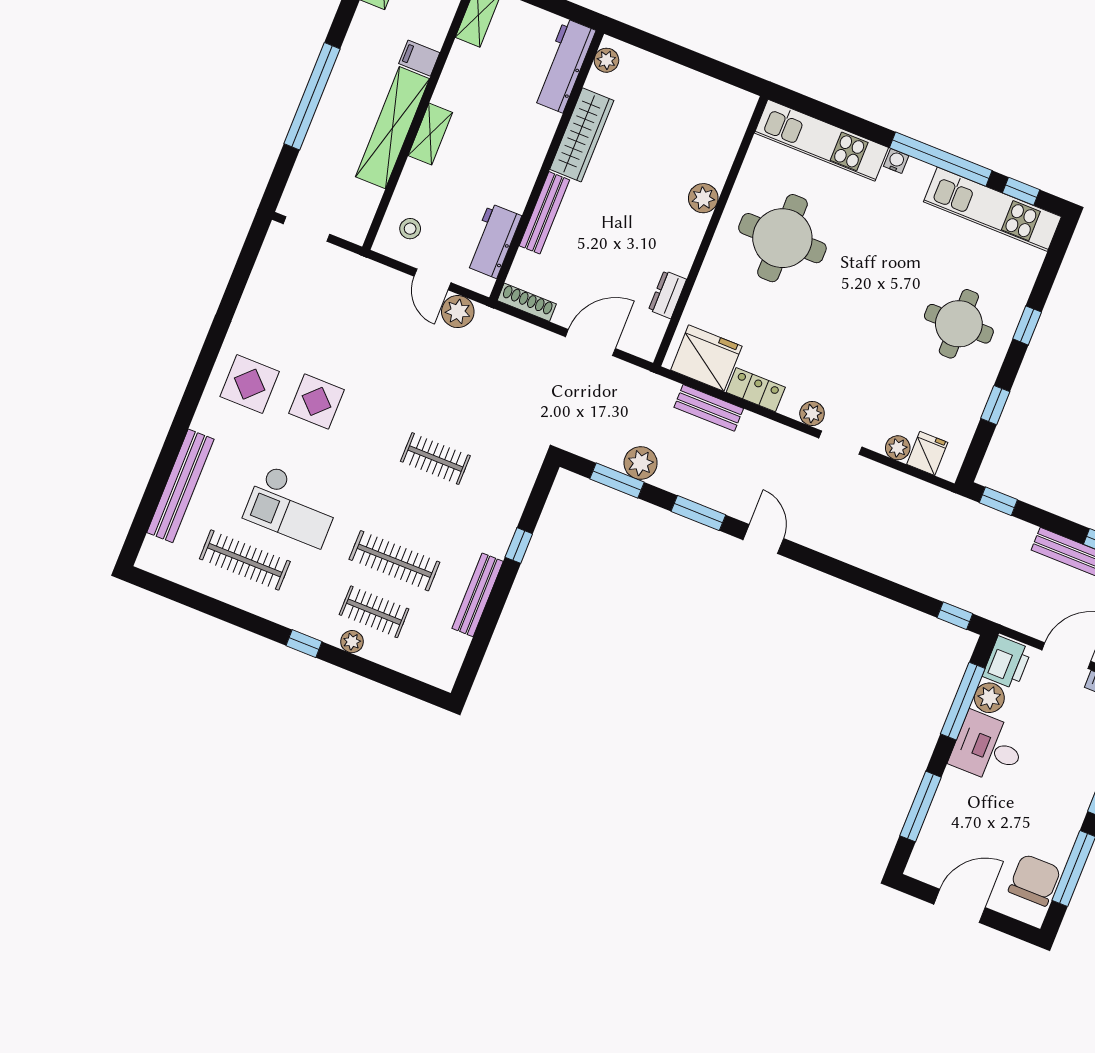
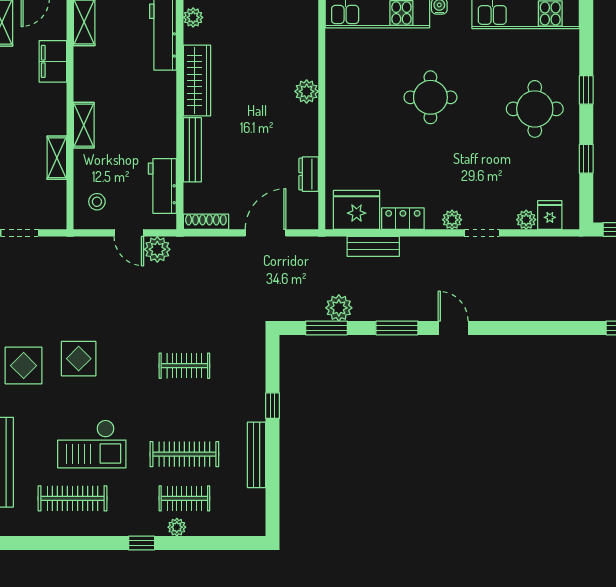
filing cabinet: (419, 58) -> (53, 61), width x2.00
shelving: (392, 128) -> (57, 158), width x0.45, depth x0.75
round table: (782, 238) -> (430, 97), moved, width x0.73, depth x0.73

